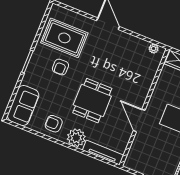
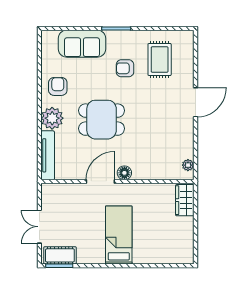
rug: (64, 38) -> (160, 59), width x0.73, depth x0.70
floor lamp: (140, 99) -> (124, 173), added
sofa: (23, 106) -> (82, 44), moved

